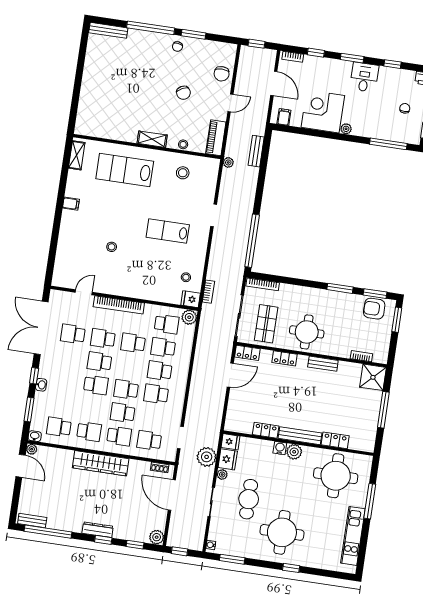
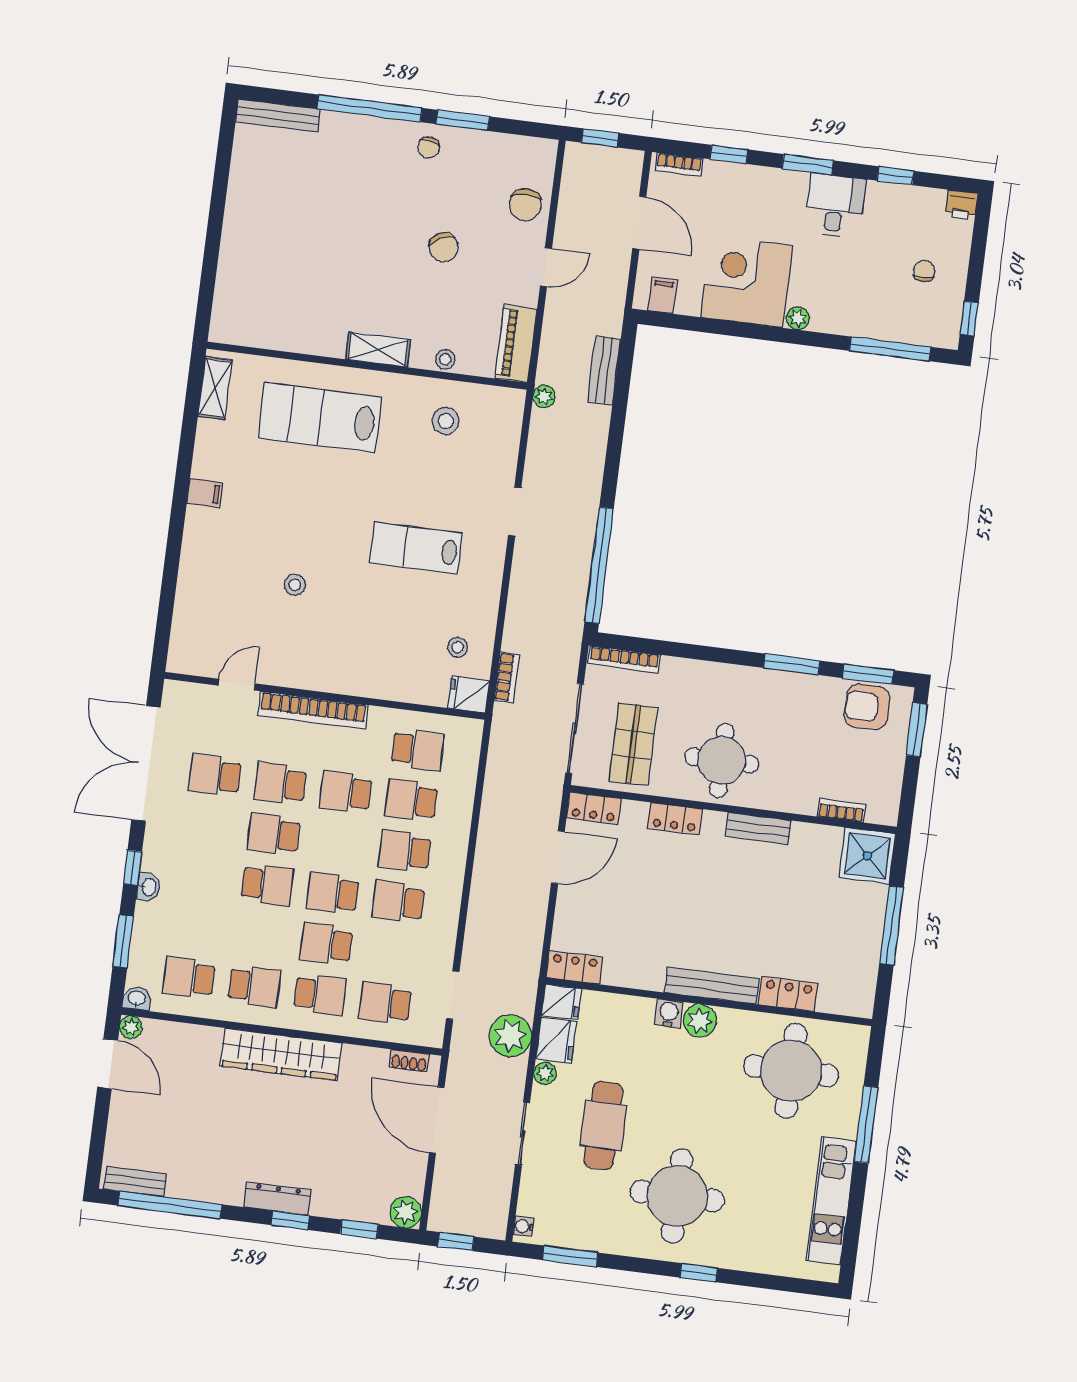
plant: (189, 317) -> (466, 734), removed
locker: (266, 430) -> (574, 967), moved

